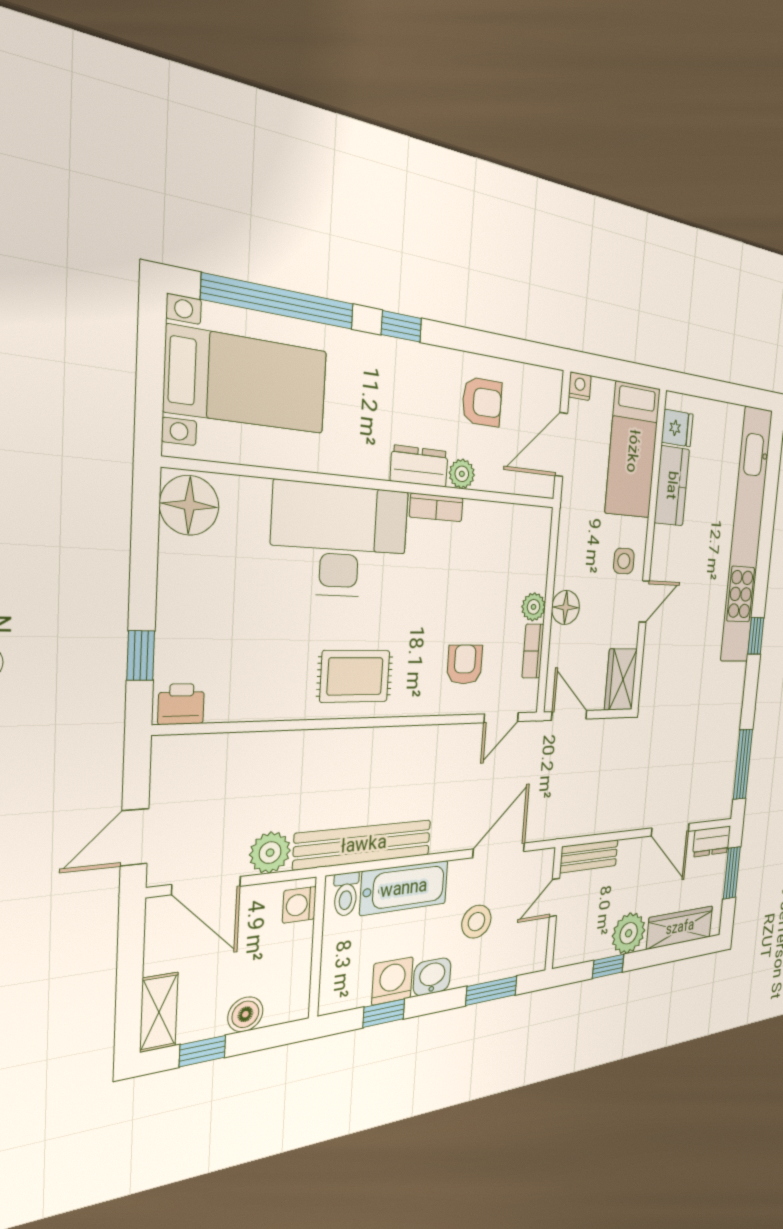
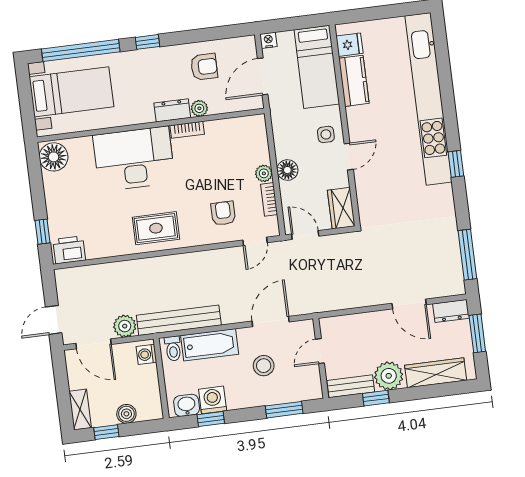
printer: (181, 704) -> (69, 250), width x1.36, depth x1.24
bench: (589, 856) -> (351, 386), moved
washbasin: (432, 977) -> (187, 405), moved

